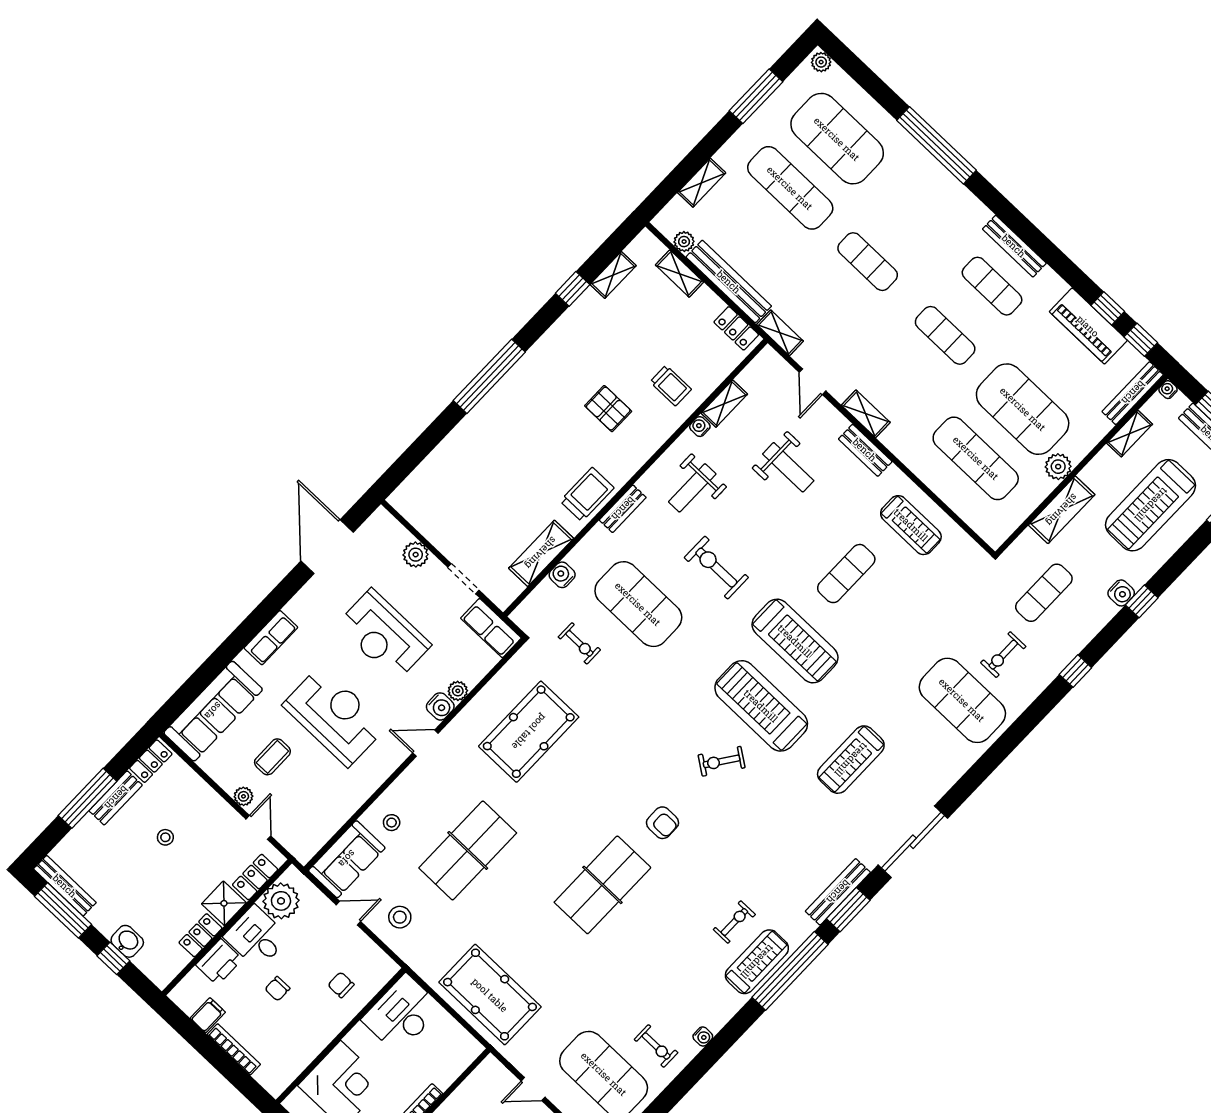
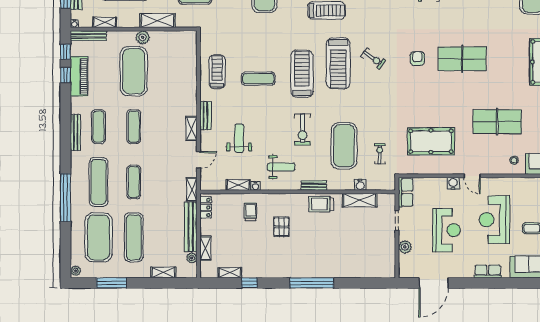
exercise mat: (976, 458) -> (99, 182), moved
plant: (458, 691) -> (441, 182), removed

